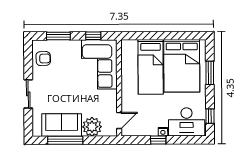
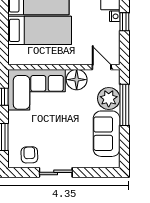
sliding door: (28, 94) -> (56, 172), moved
floor lamp: (108, 99) -> (77, 80), added
window: (65, 140) -> (124, 105), moved

